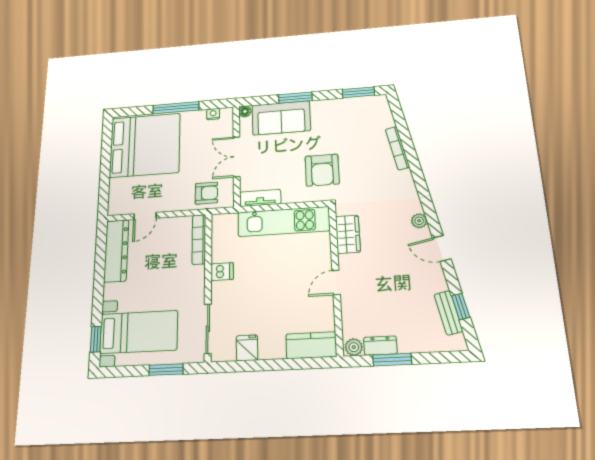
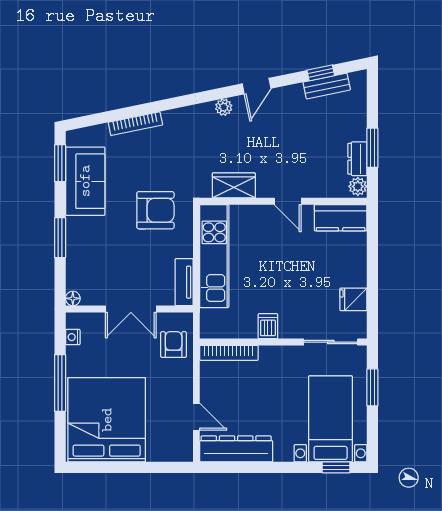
sofa: (281, 118) -> (85, 181), moved
kitchen counter: (311, 345) -> (341, 218), moved, turned -90

